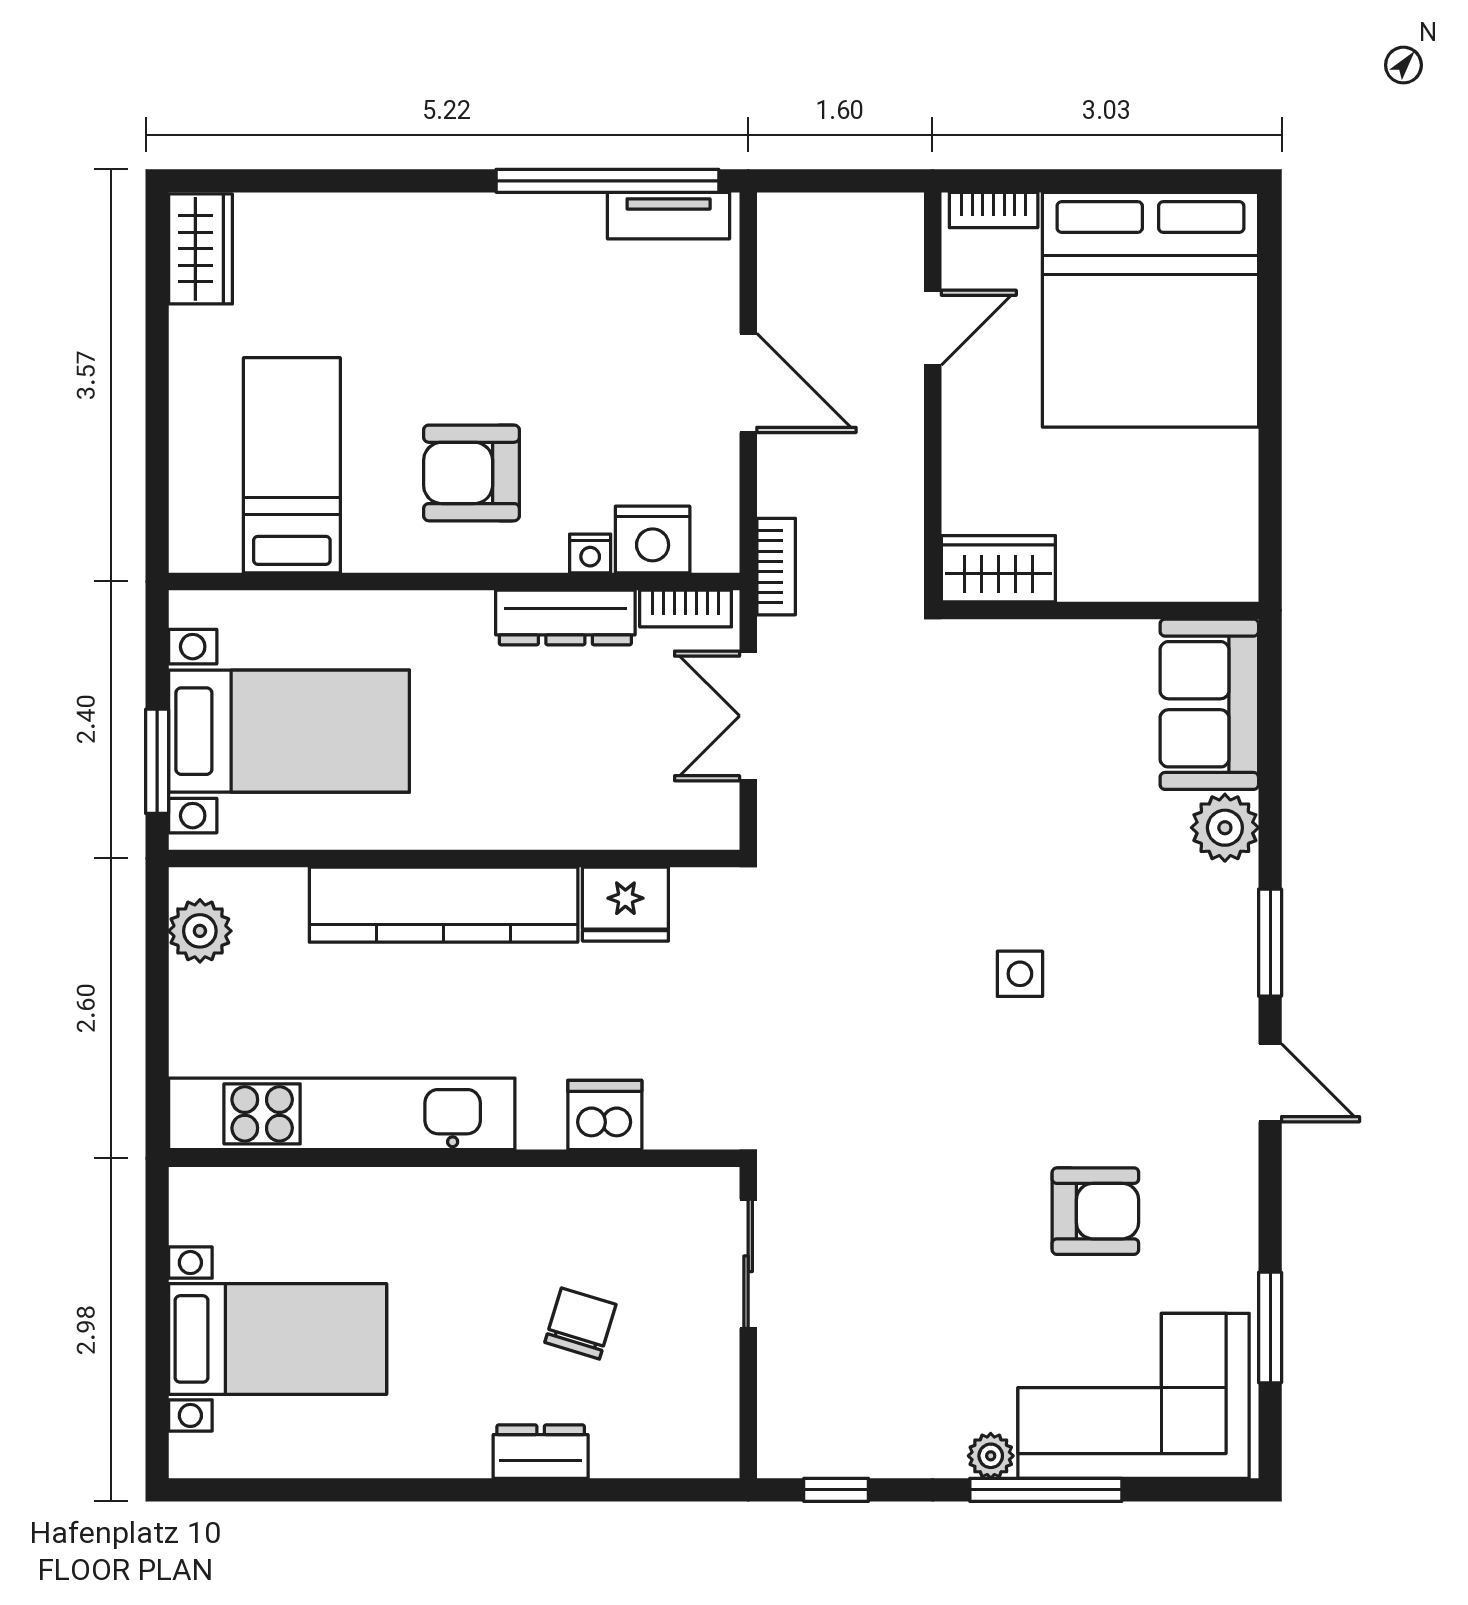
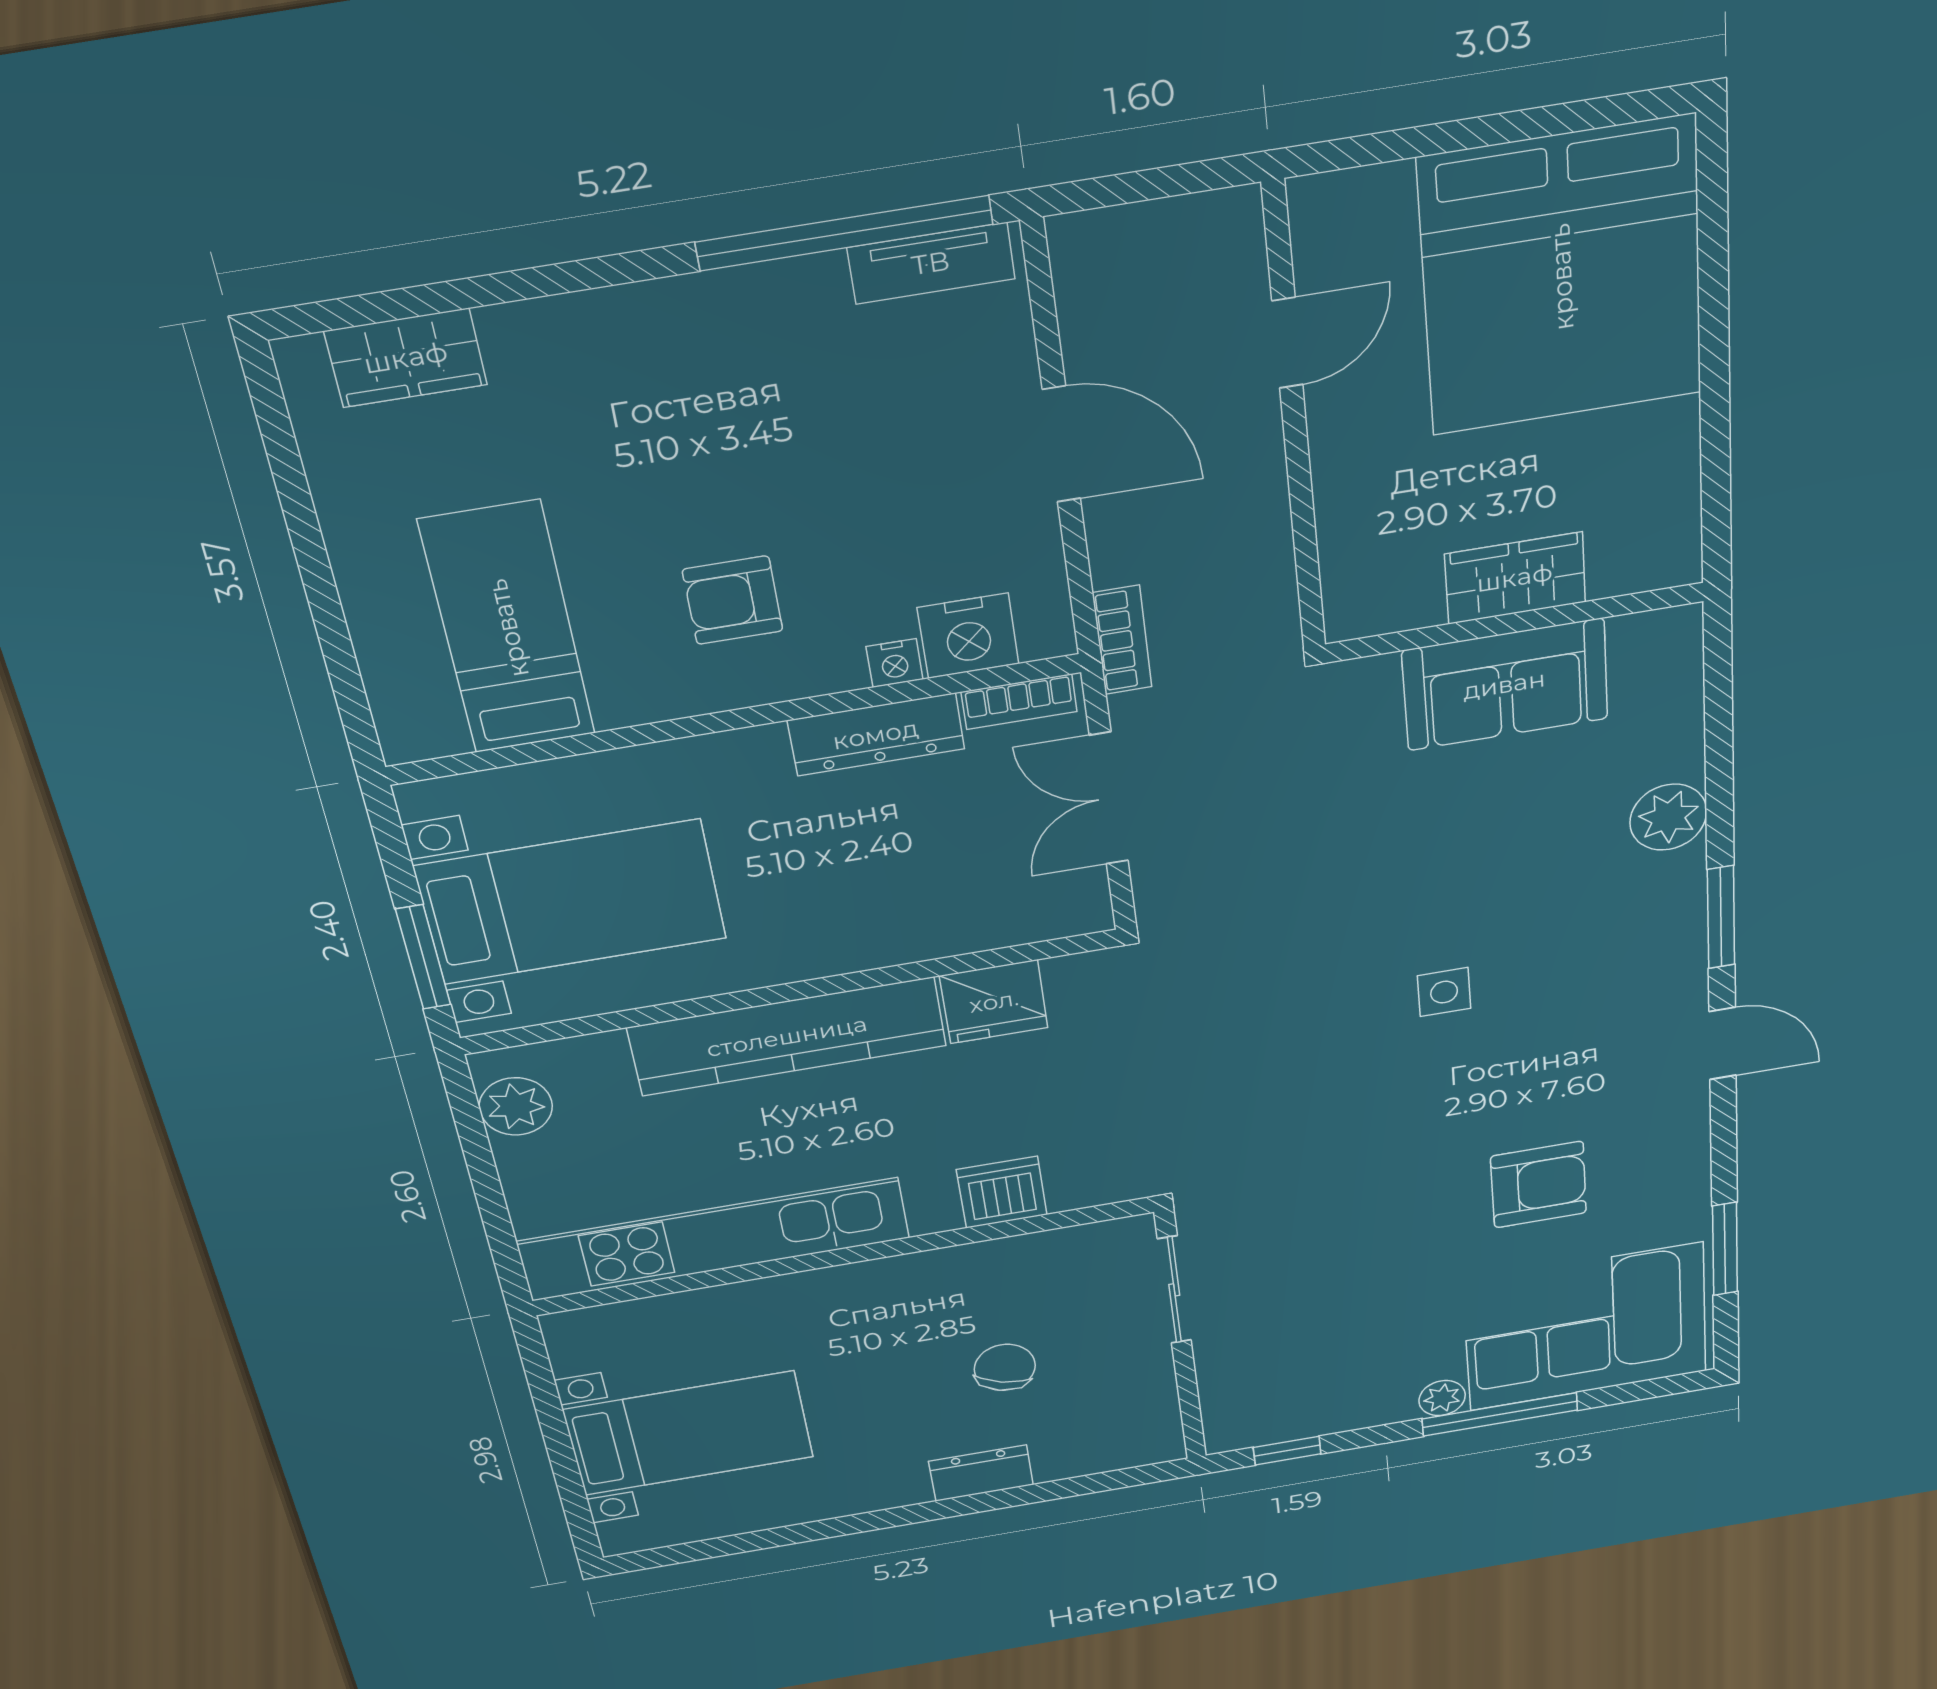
bookcase: (994, 210) -> (1354, 189), removed
wardrobe: (200, 249) -> (406, 358), moved, turned 90
armchair: (471, 473) -> (733, 600), width x0.72, depth x0.72
wardrobe: (998, 569) -> (1515, 578), moved
sofa: (1209, 704) -> (1505, 685), moved, turned -90

